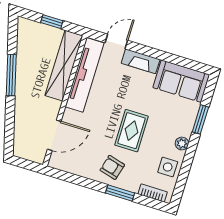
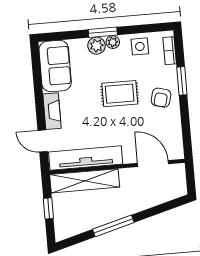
window: (200, 119) -> (103, 32), moved
plant: (185, 127) -> (96, 46), added

